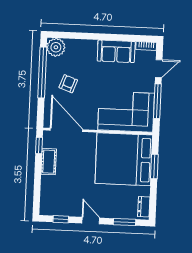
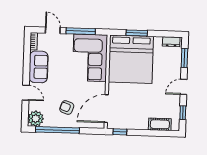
door: (86, 36) -> (26, 93), added
cot: (49, 162) -> (160, 124), moved

